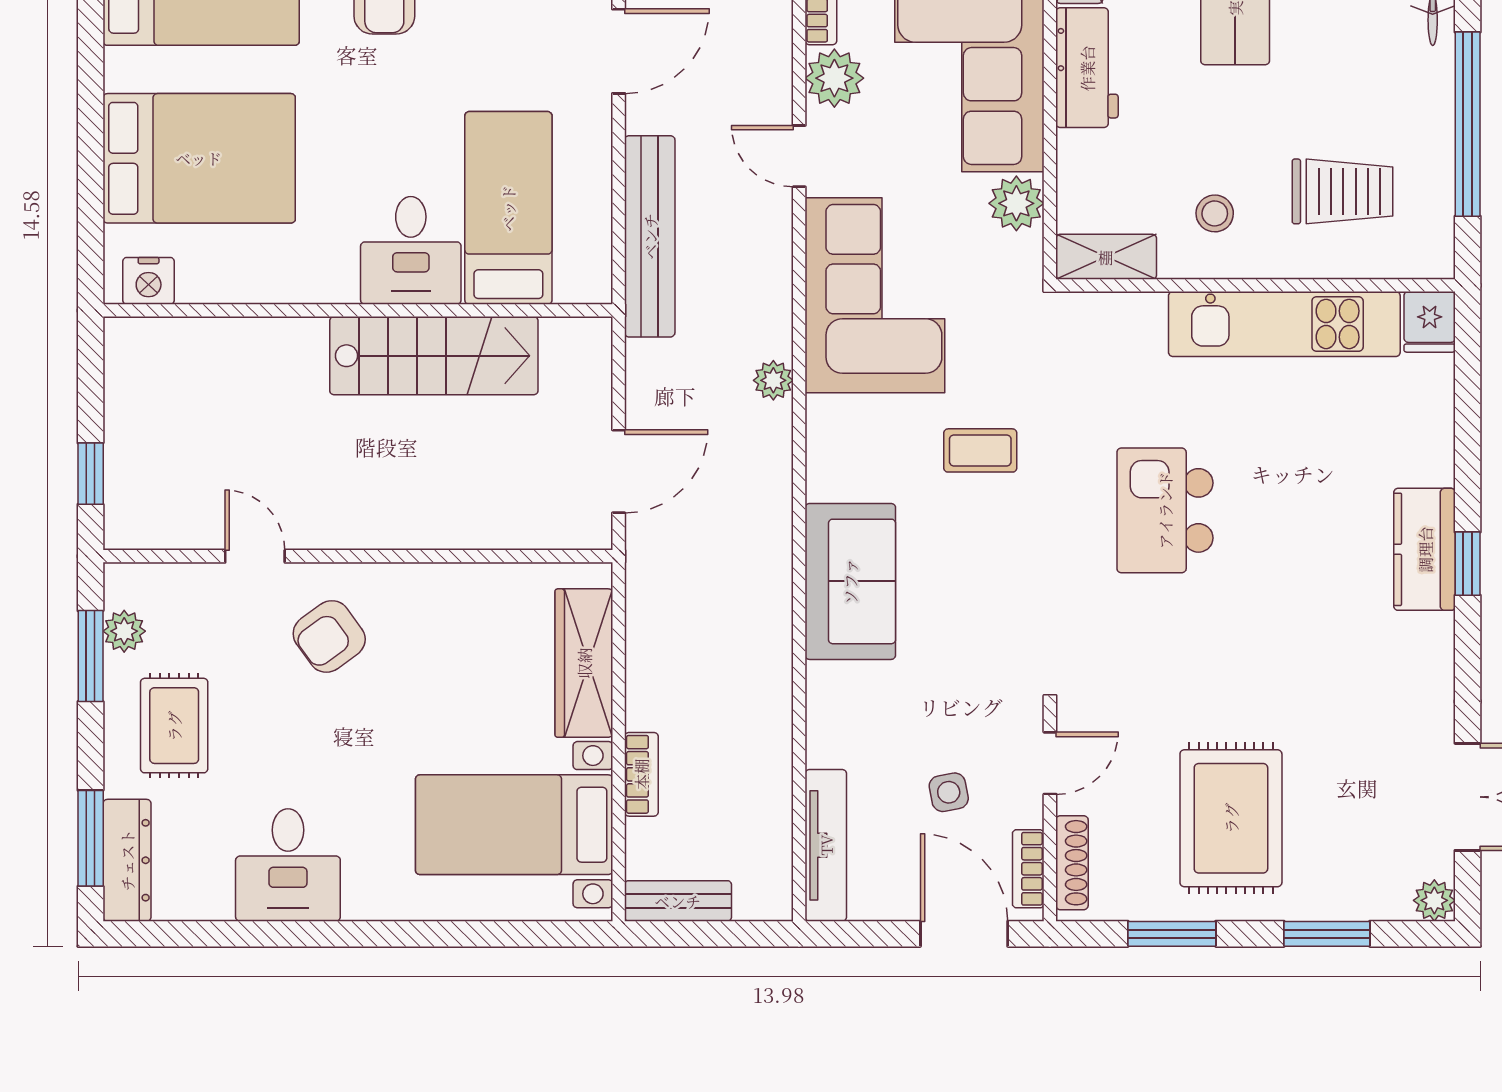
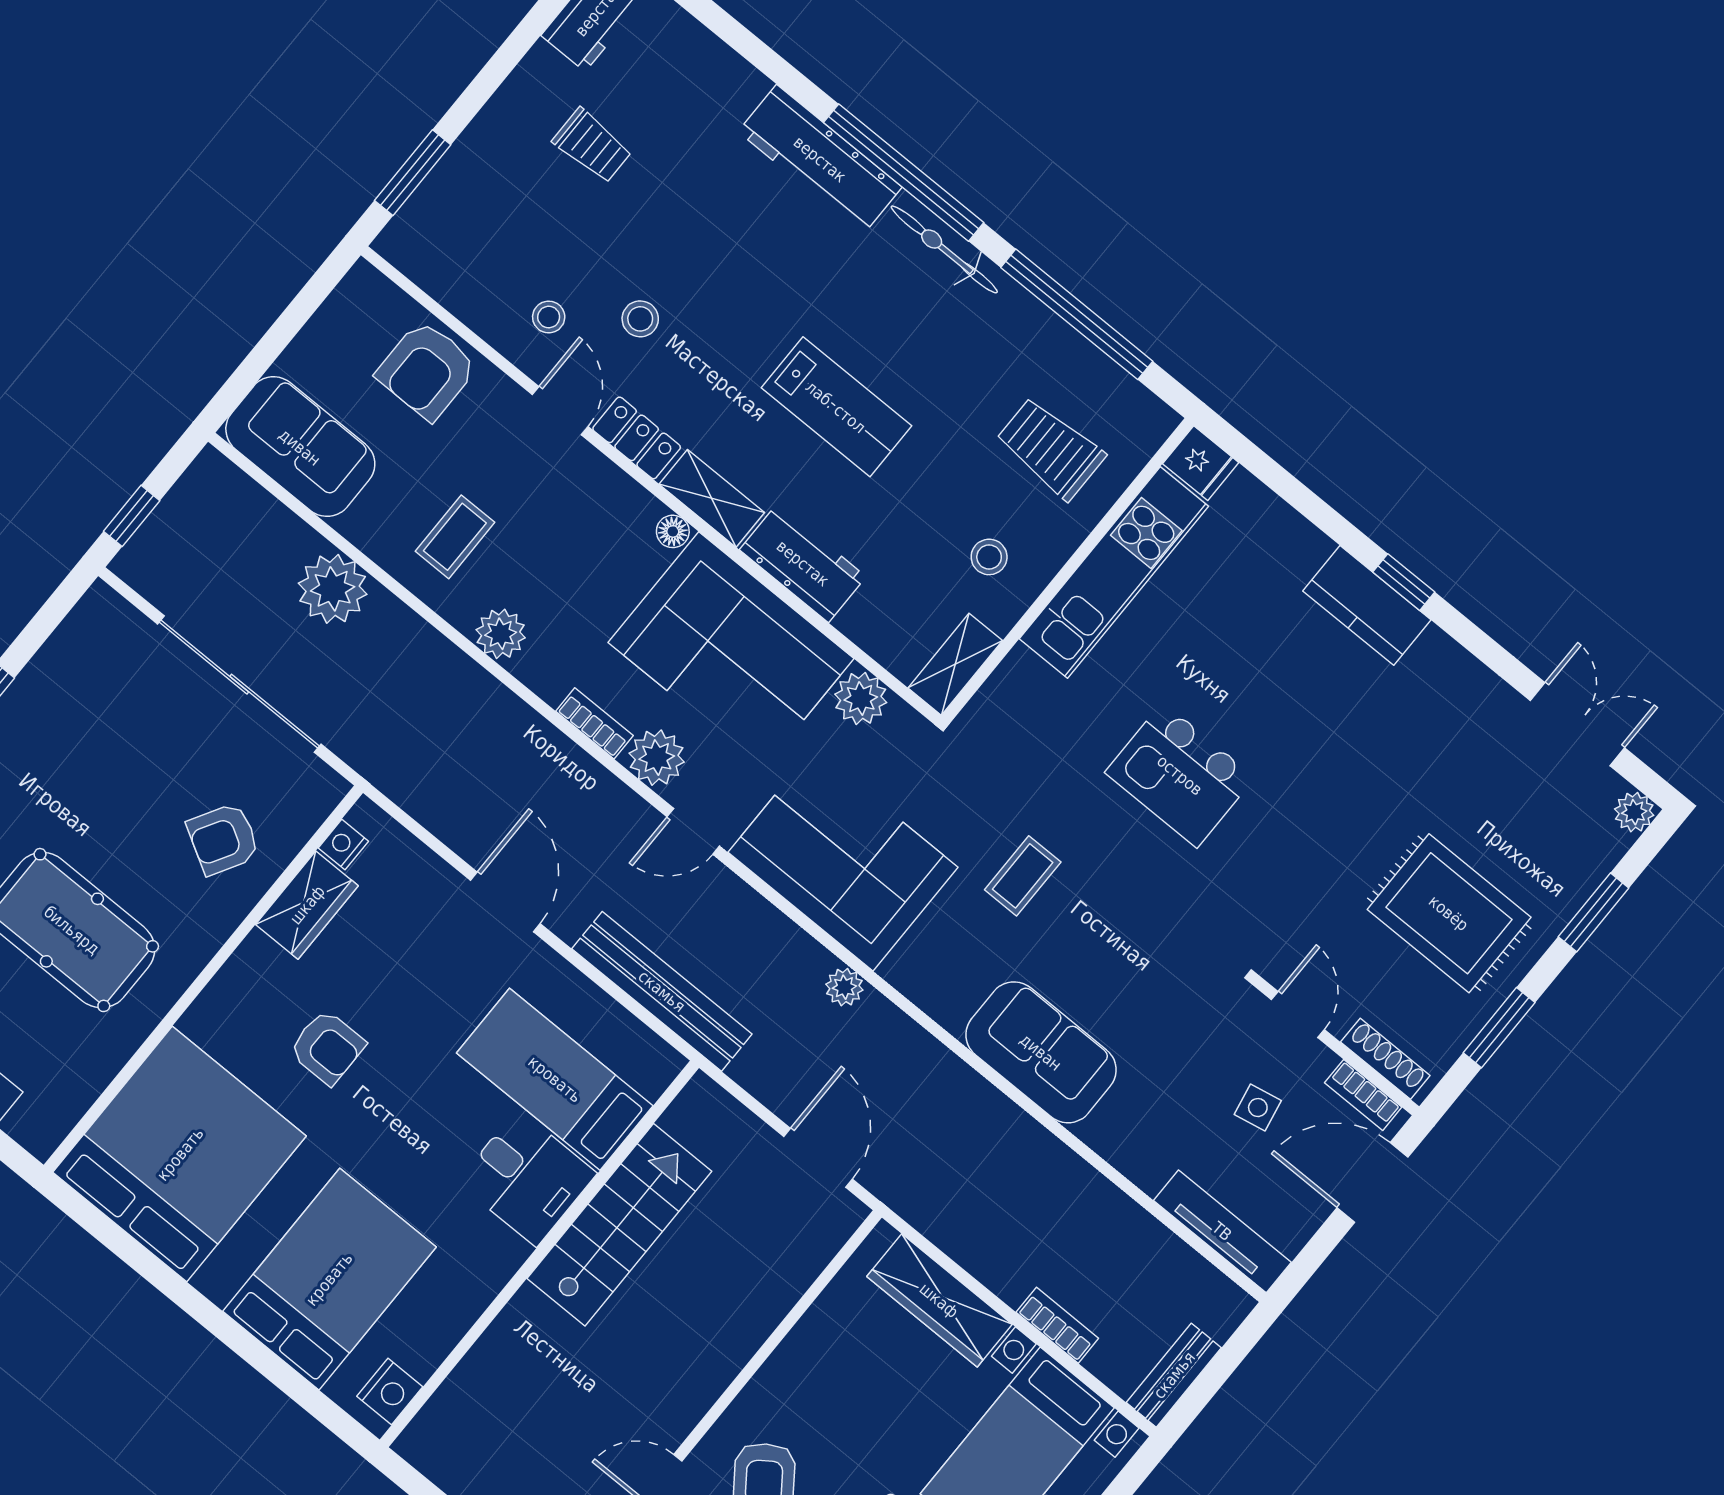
trolley: (1343, 191) -> (1051, 448), turned -90

